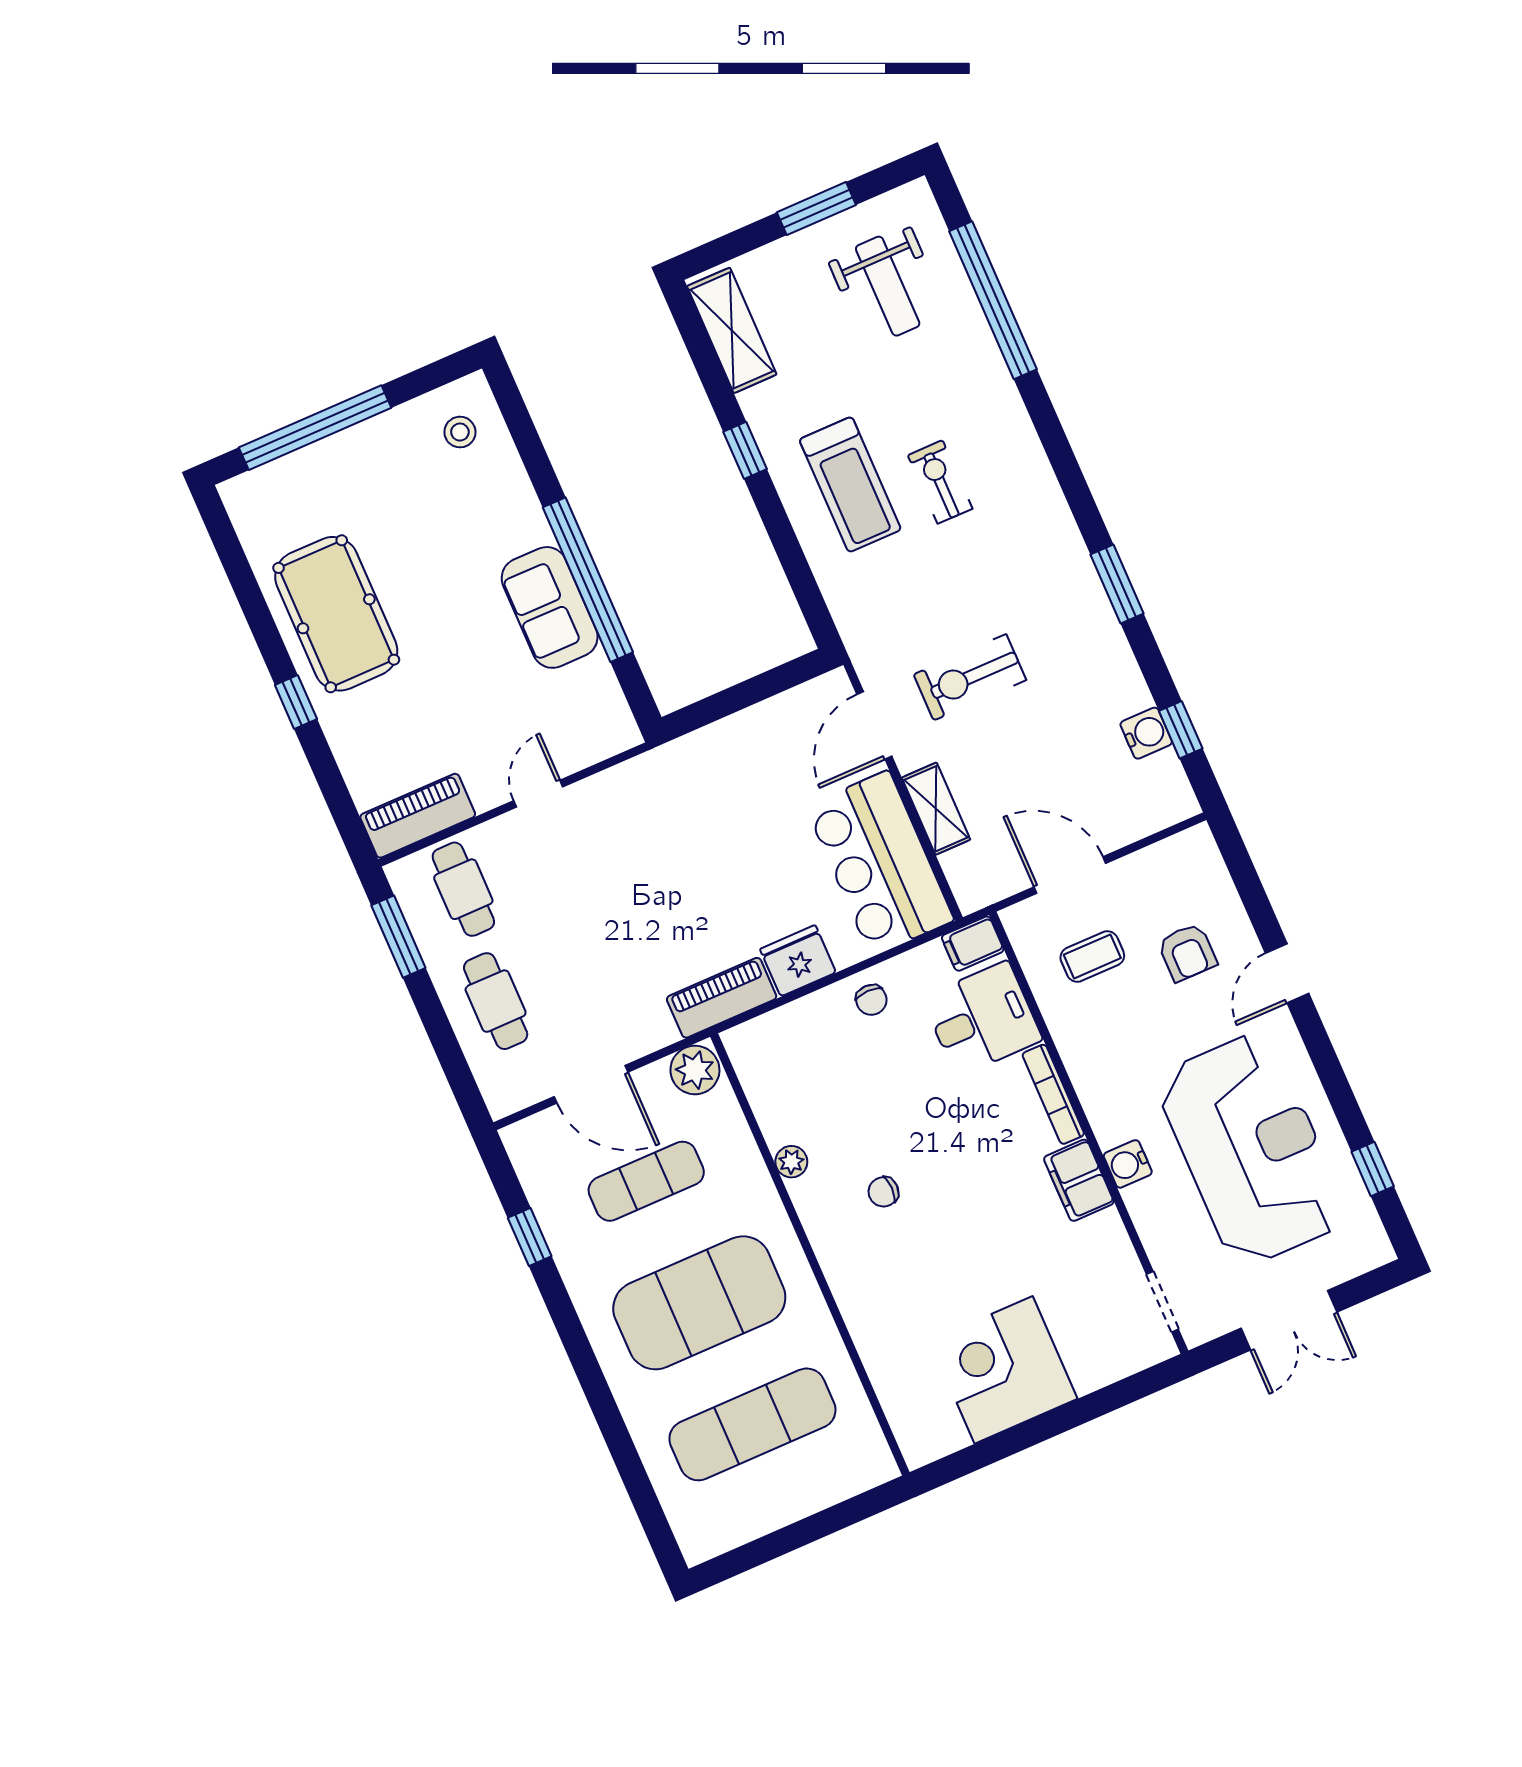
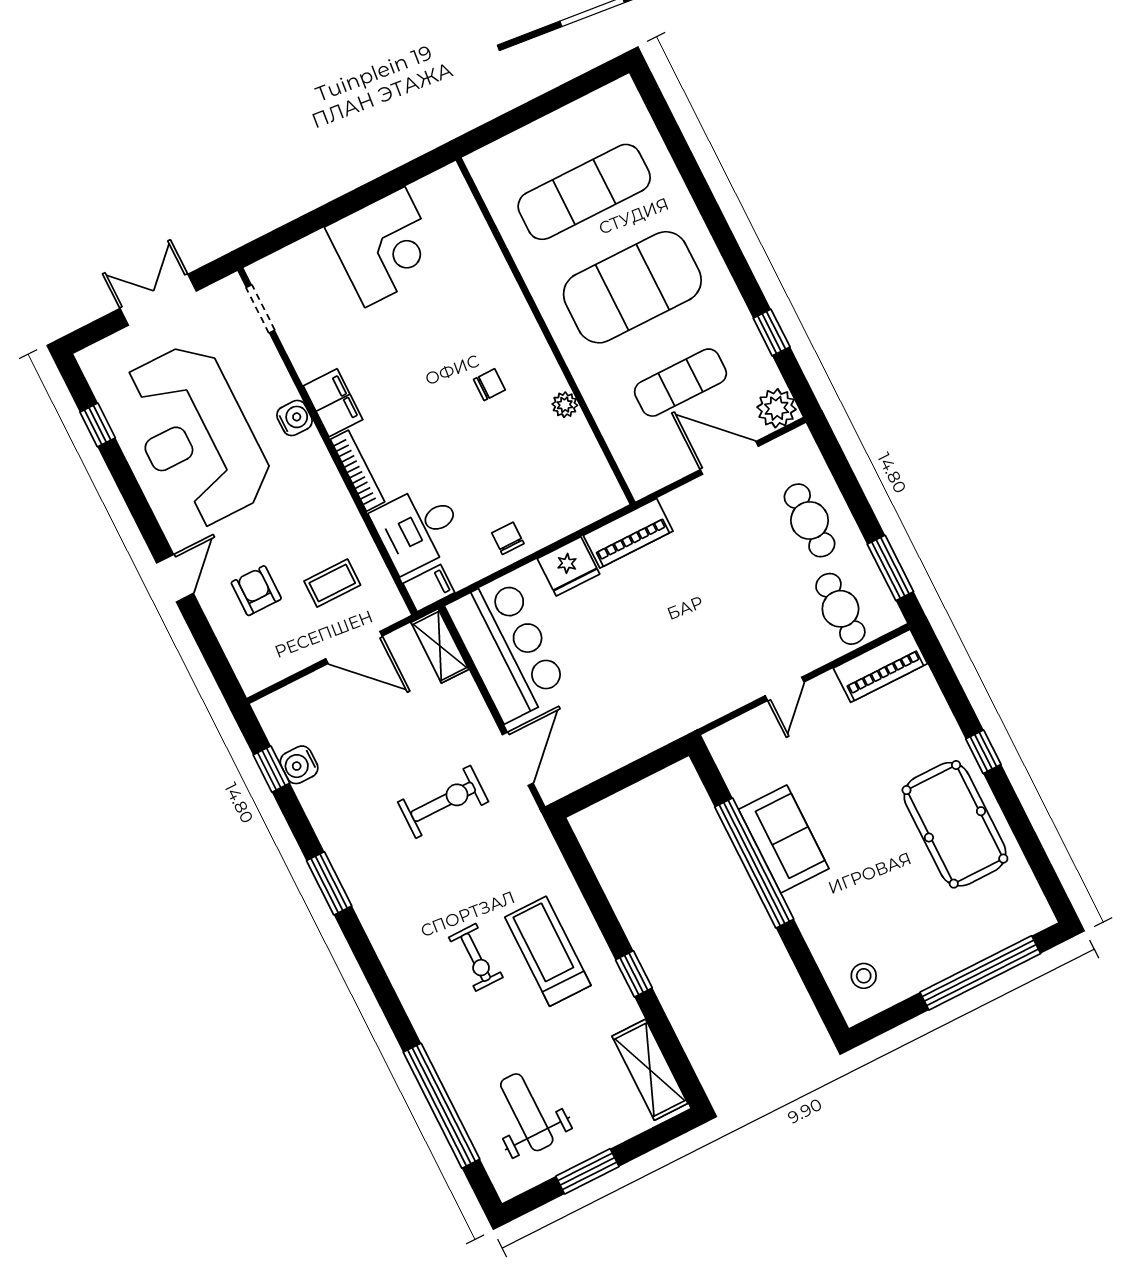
shelving: (936, 809) -> (440, 646), moved
plant: (695, 1070) -> (777, 408), moved

